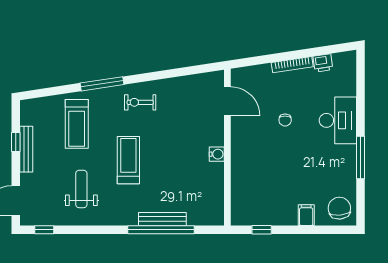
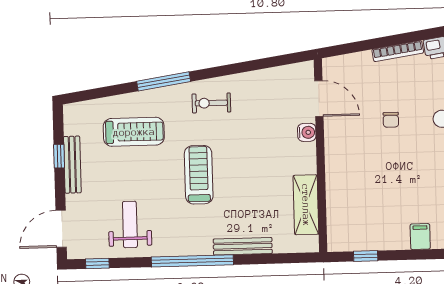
treadmill: (77, 124) -> (134, 132), turned -90
water cooler: (217, 154) -> (307, 132), moved
shelving: (214, 187) -> (306, 205), added
weight bench: (81, 189) -> (130, 224), moved
window: (161, 230) -> (192, 261), moved

